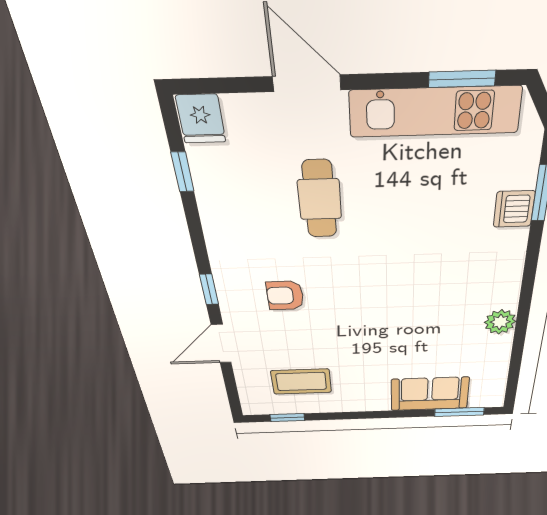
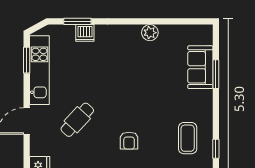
cafe table: (320, 199) -> (77, 120), turned -47
window: (459, 412) -> (216, 74), moved

